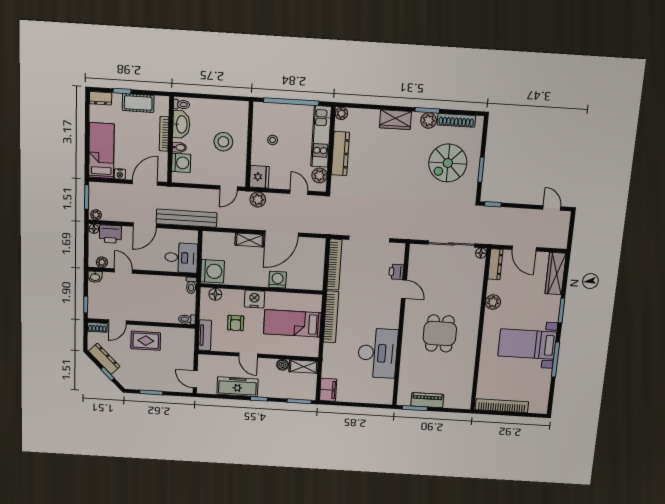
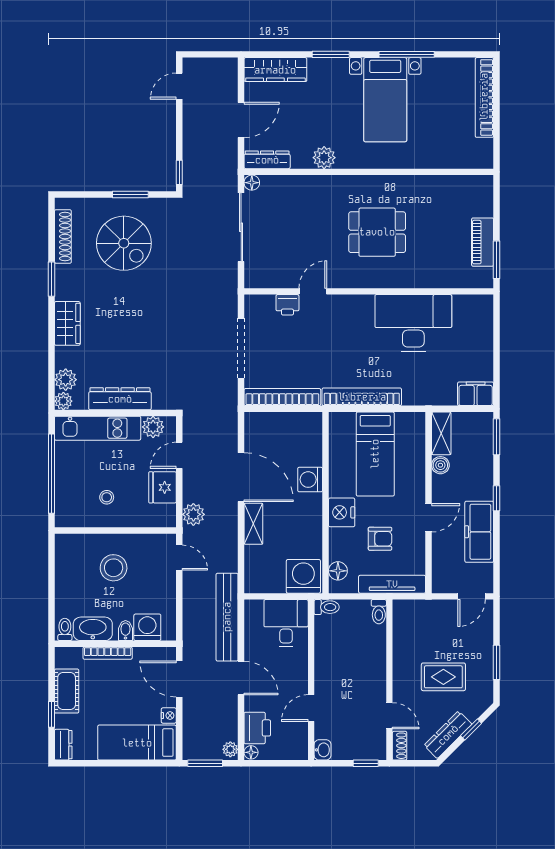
plant: (429, 120) -> (66, 380), moved
fridge: (259, 177) -> (163, 487), moved, turned -90
plant: (102, 262) -> (300, 740), removed
tv unit: (205, 335) -> (392, 584), width x1.41
rug: (146, 341) -> (443, 677), moved, turned 90
bookcase: (502, 406) -> (484, 97), moved

